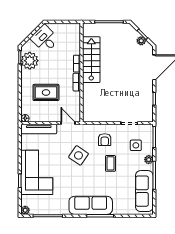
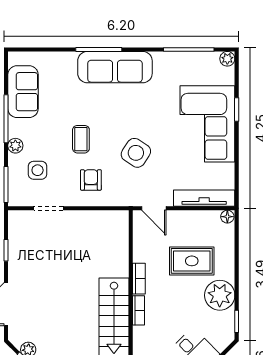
plant: (30, 61) -> (220, 295), moved
sofa: (144, 191) -> (23, 92), width x0.73

